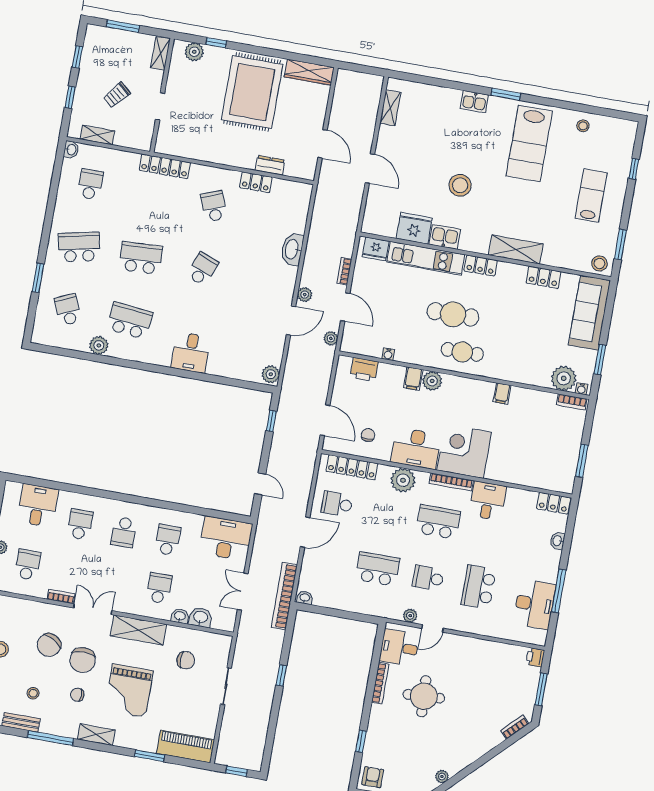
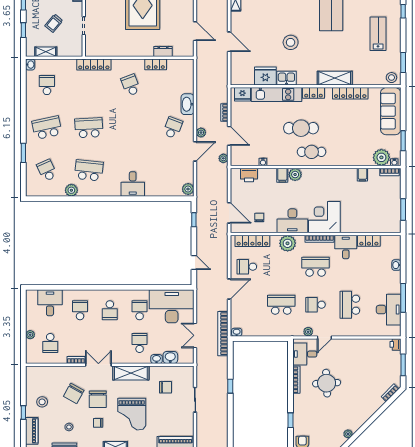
school desk: (203, 269) -> (173, 128), moved
locker: (544, 277) -> (350, 93), width x1.53
filing cabinet: (502, 393) -> (362, 175), moved
locker: (554, 503) -> (369, 241), moved
desk: (226, 538) -> (172, 306), width x1.36, depth x1.30
school desk: (28, 565) -> (50, 343), turned 180

